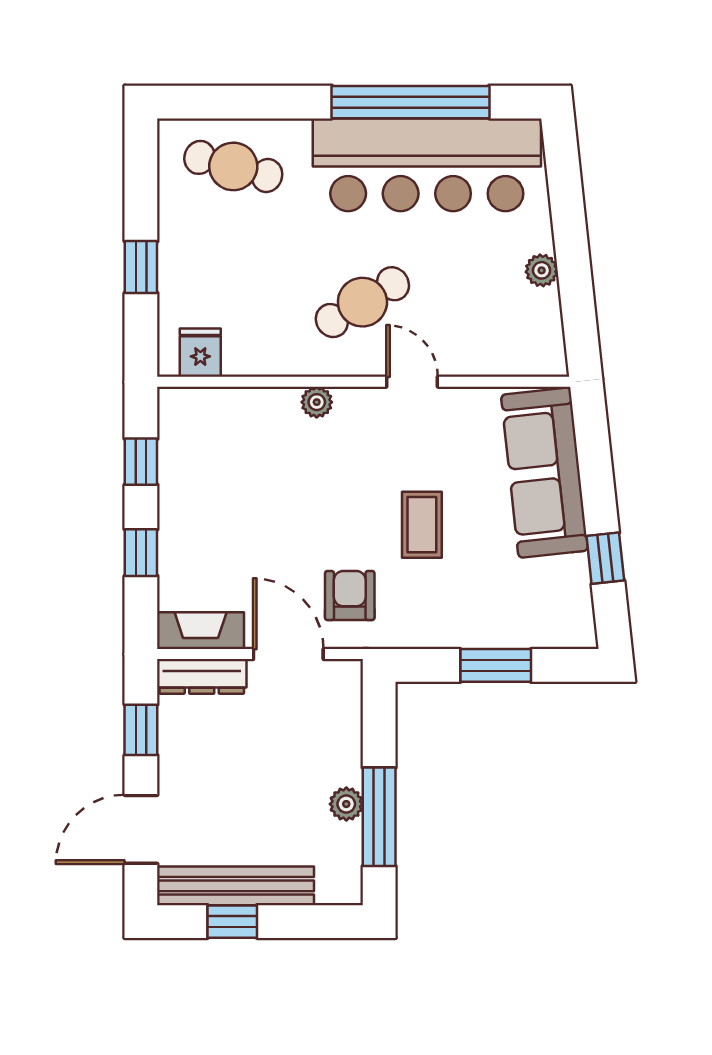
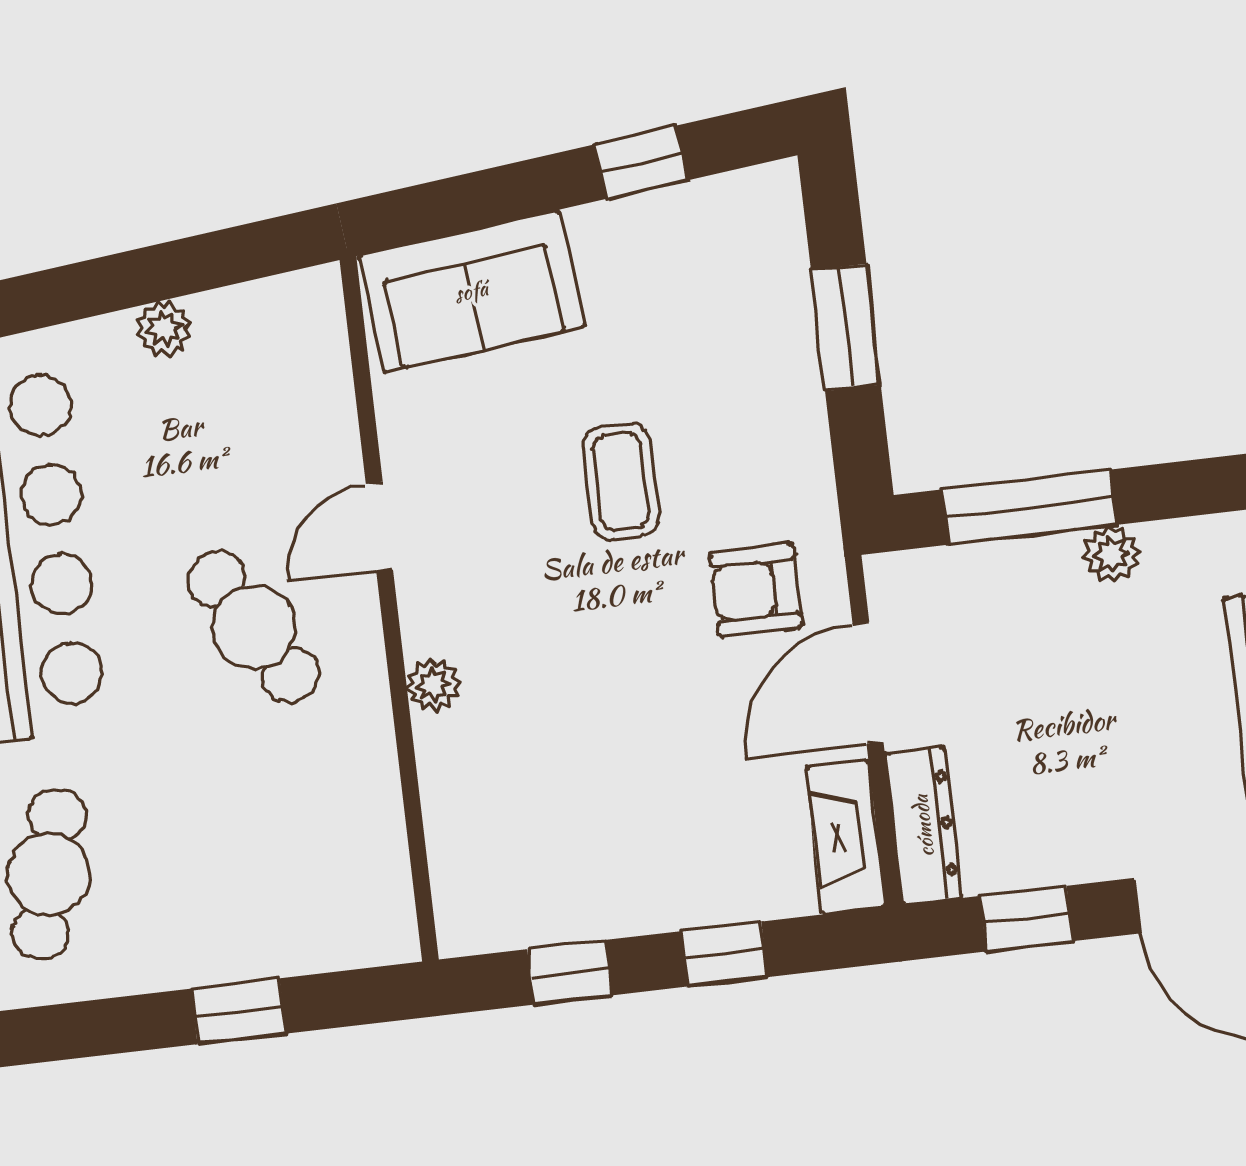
fridge: (200, 353) -> (372, 893), removed
sofa: (545, 473) -> (471, 291), width x0.73
coffee table: (422, 525) -> (621, 481), turned 90
window: (379, 817) -> (1029, 507), moved

